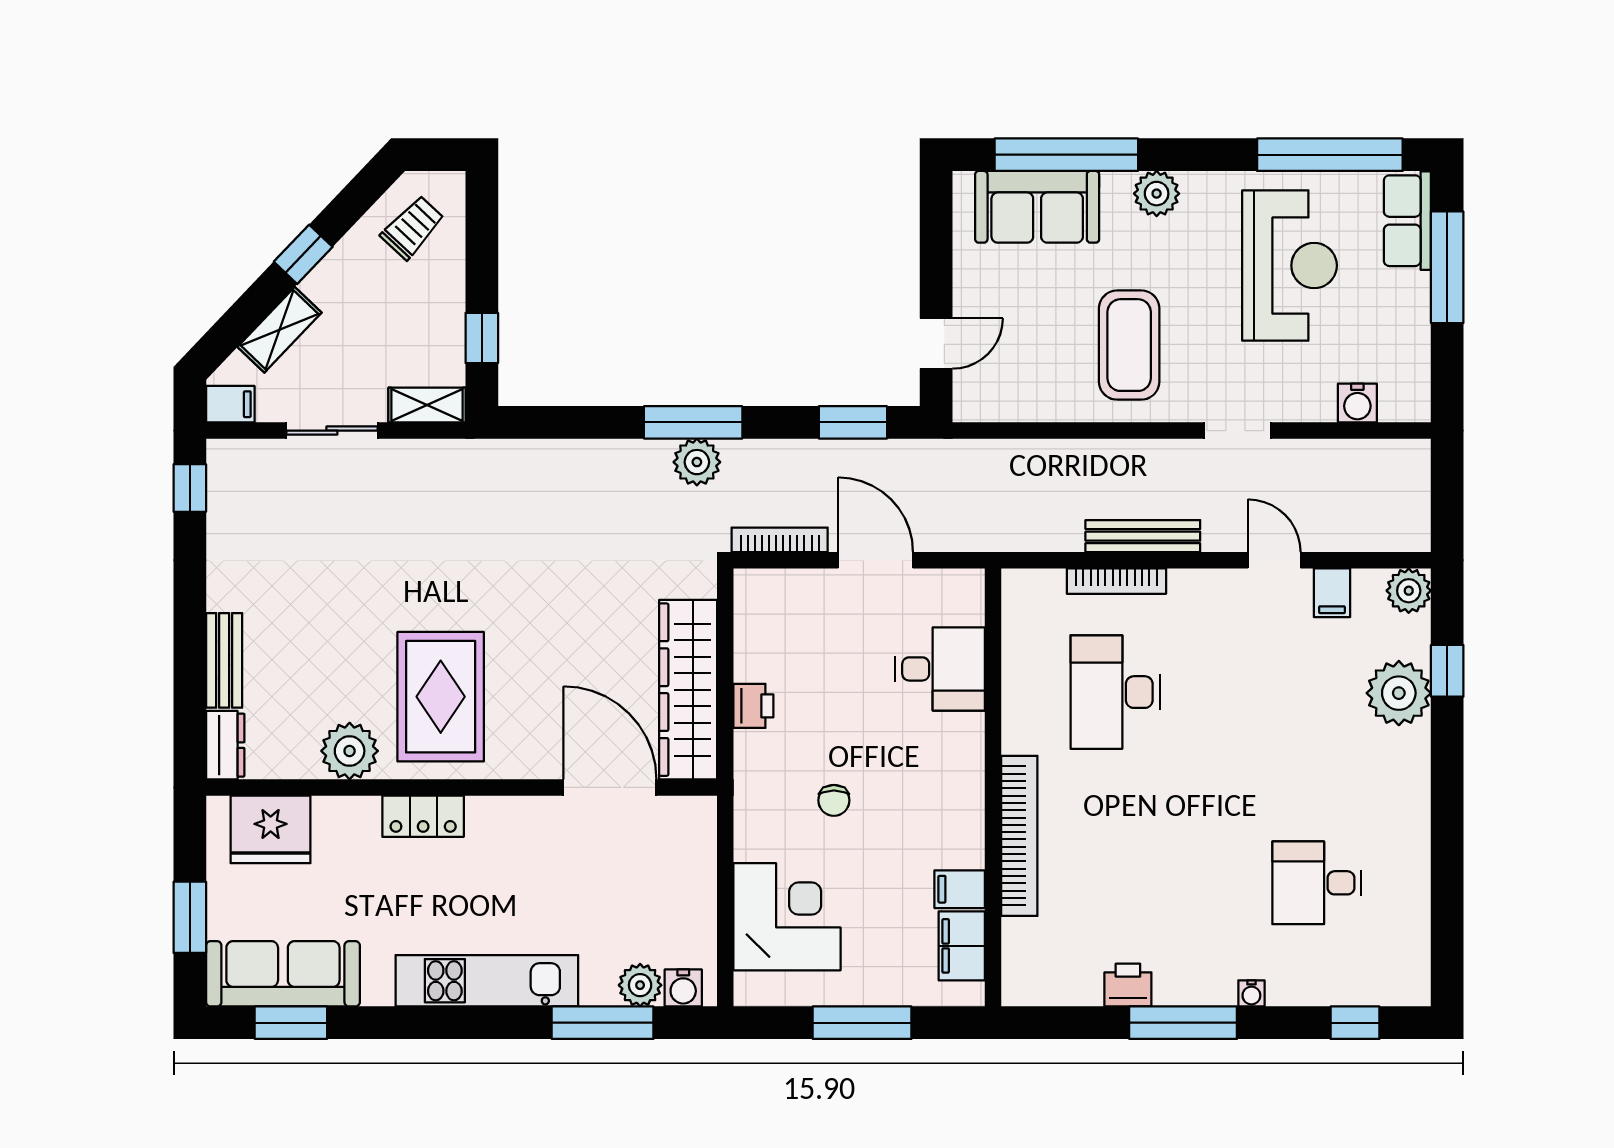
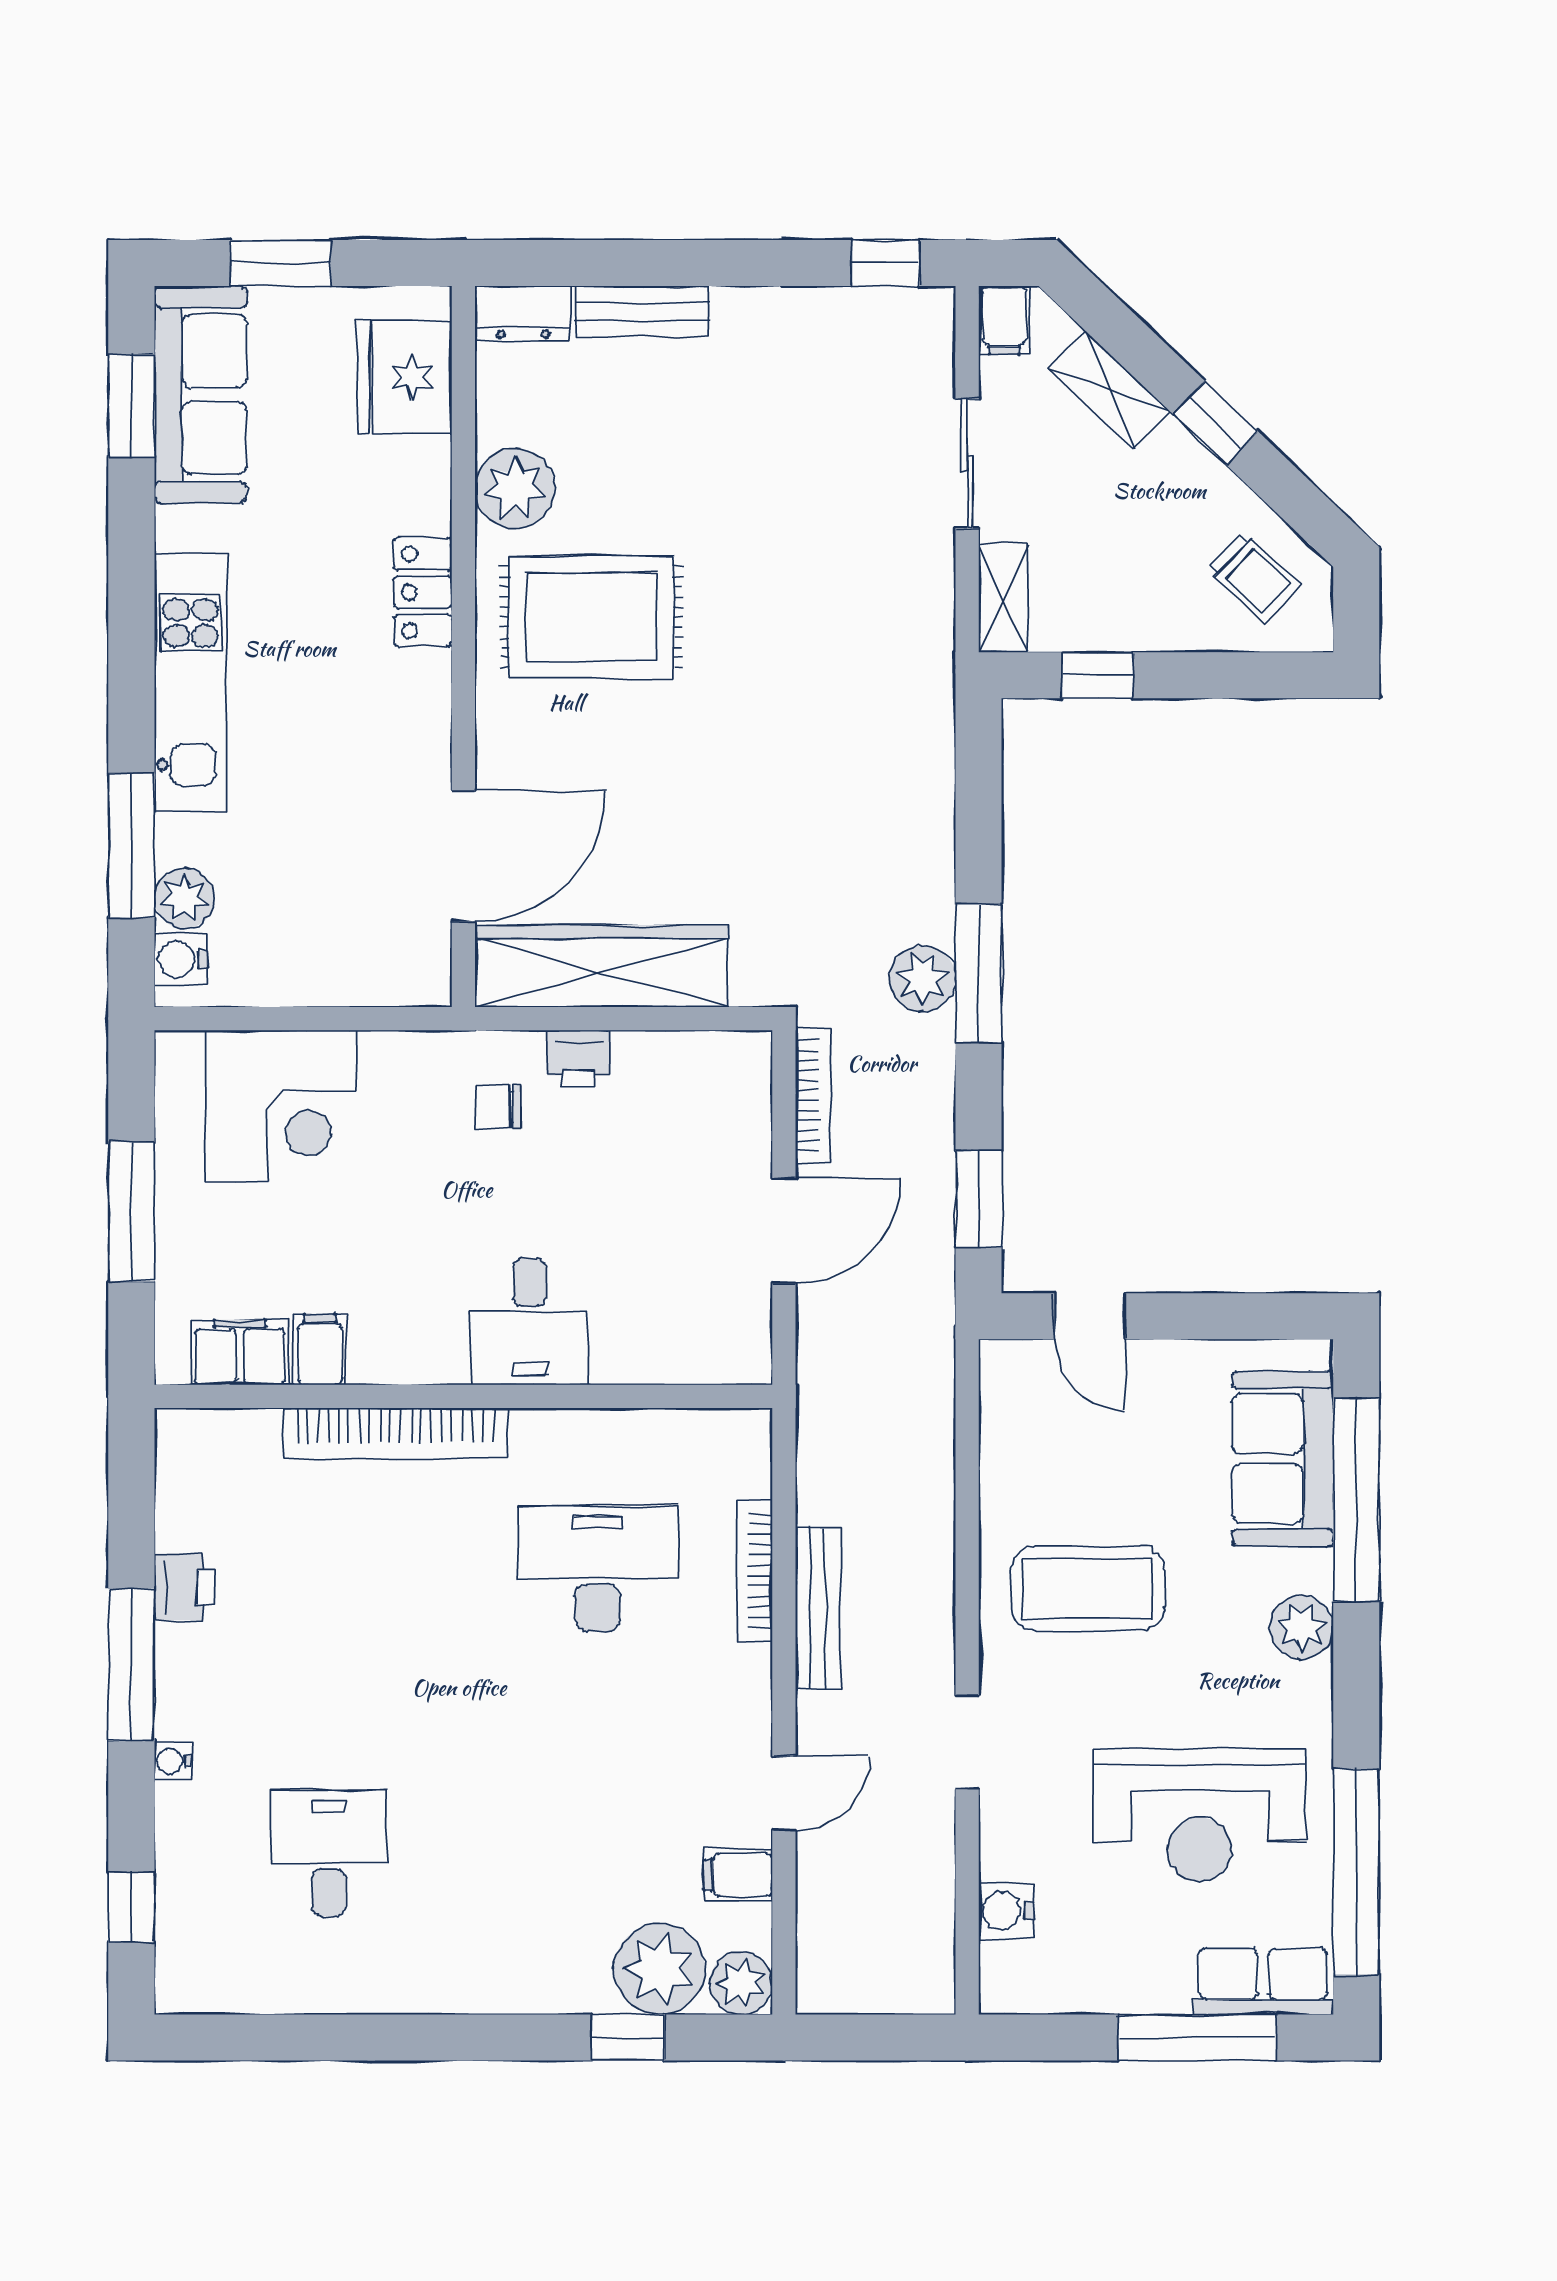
desk: (940, 669) -> (530, 1322), moved
plant: (1399, 693) -> (660, 1969), moved
chair: (834, 800) -> (499, 1107), moved

